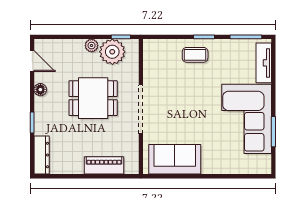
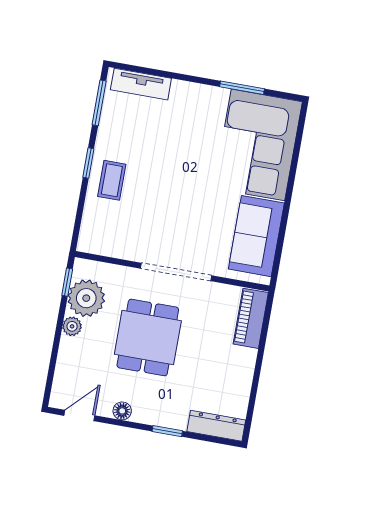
corner sofa: (247, 119) -> (258, 145), moved, turned 90
piano: (104, 165) -> (251, 318), moved

